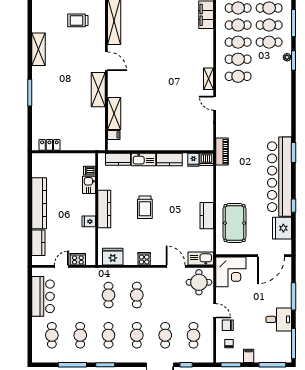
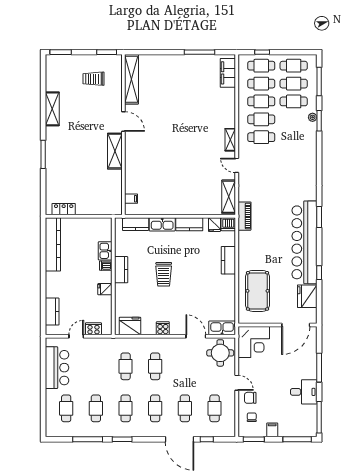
shelving: (114, 114) -> (229, 197), moved
dishwasher: (90, 171) -> (106, 266), moved
kitchen counter: (39, 203) -> (53, 244), moved
kitchen counter: (104, 209) -> (121, 270), width x0.67
kitchen counter: (207, 216) -> (228, 260), moved

